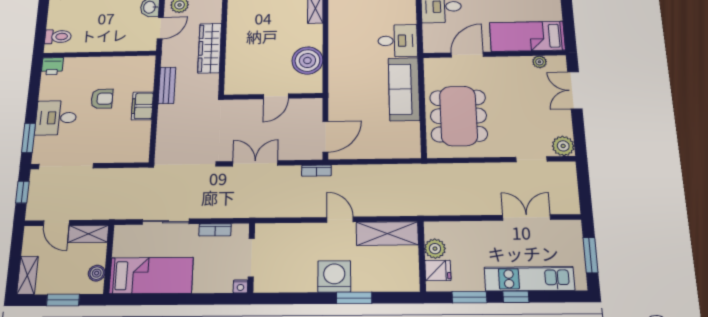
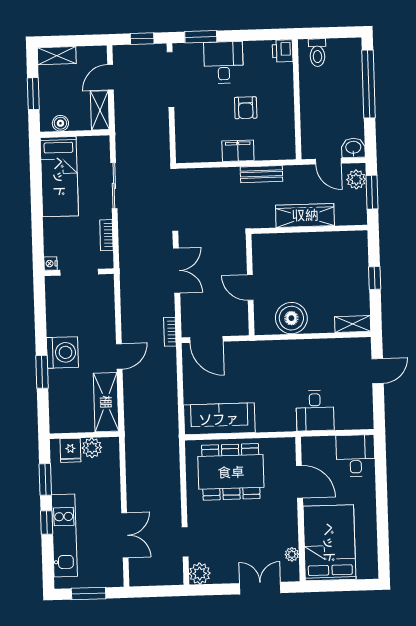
bed: (527, 36) -> (329, 543), width x1.50
sofa: (404, 89) -> (219, 419), moved

